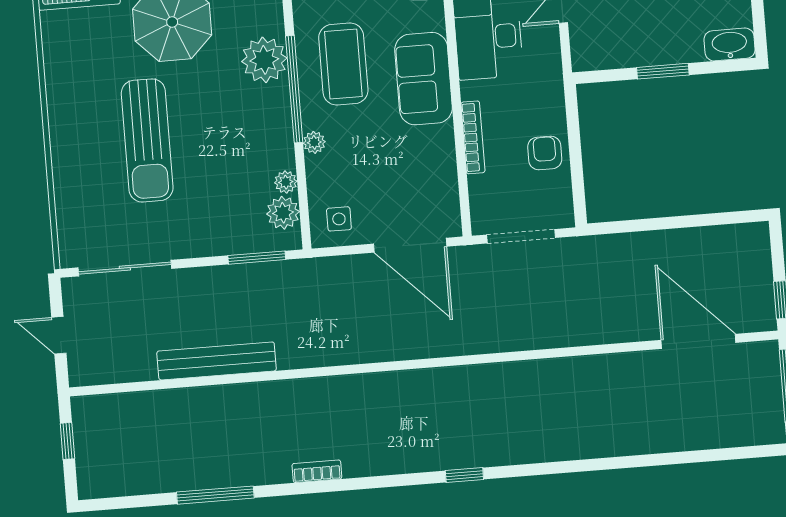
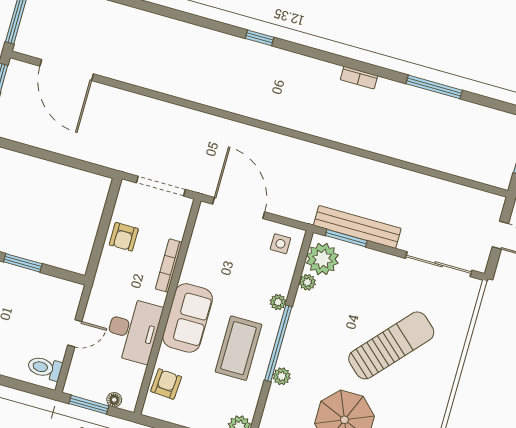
plant: (264, 60) -> (282, 376), width x0.53, depth x0.53
sun lounger: (147, 140) -> (391, 345), turned 42
plant: (283, 213) -> (322, 259), width x1.36, depth x1.36
bench: (217, 361) -> (357, 227), moved

